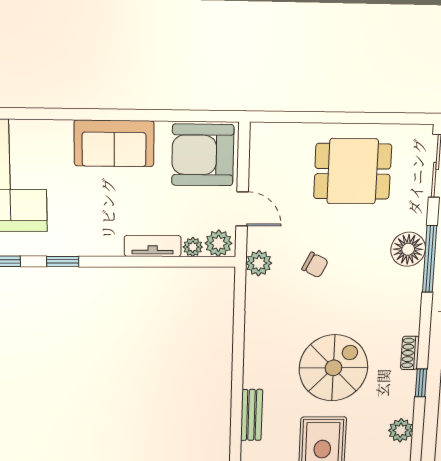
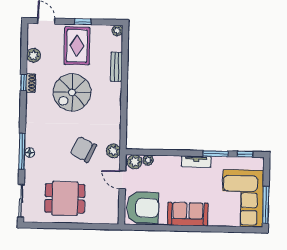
tv unit: (153, 246) -> (196, 162), moved
floor lamp: (408, 249) -> (30, 152), width x0.53, depth x0.53
window: (63, 261) -> (216, 154), width x1.50
chair: (315, 265) -> (83, 149), width x1.87, depth x1.87
shoe rack: (410, 353) -> (31, 83), moved

